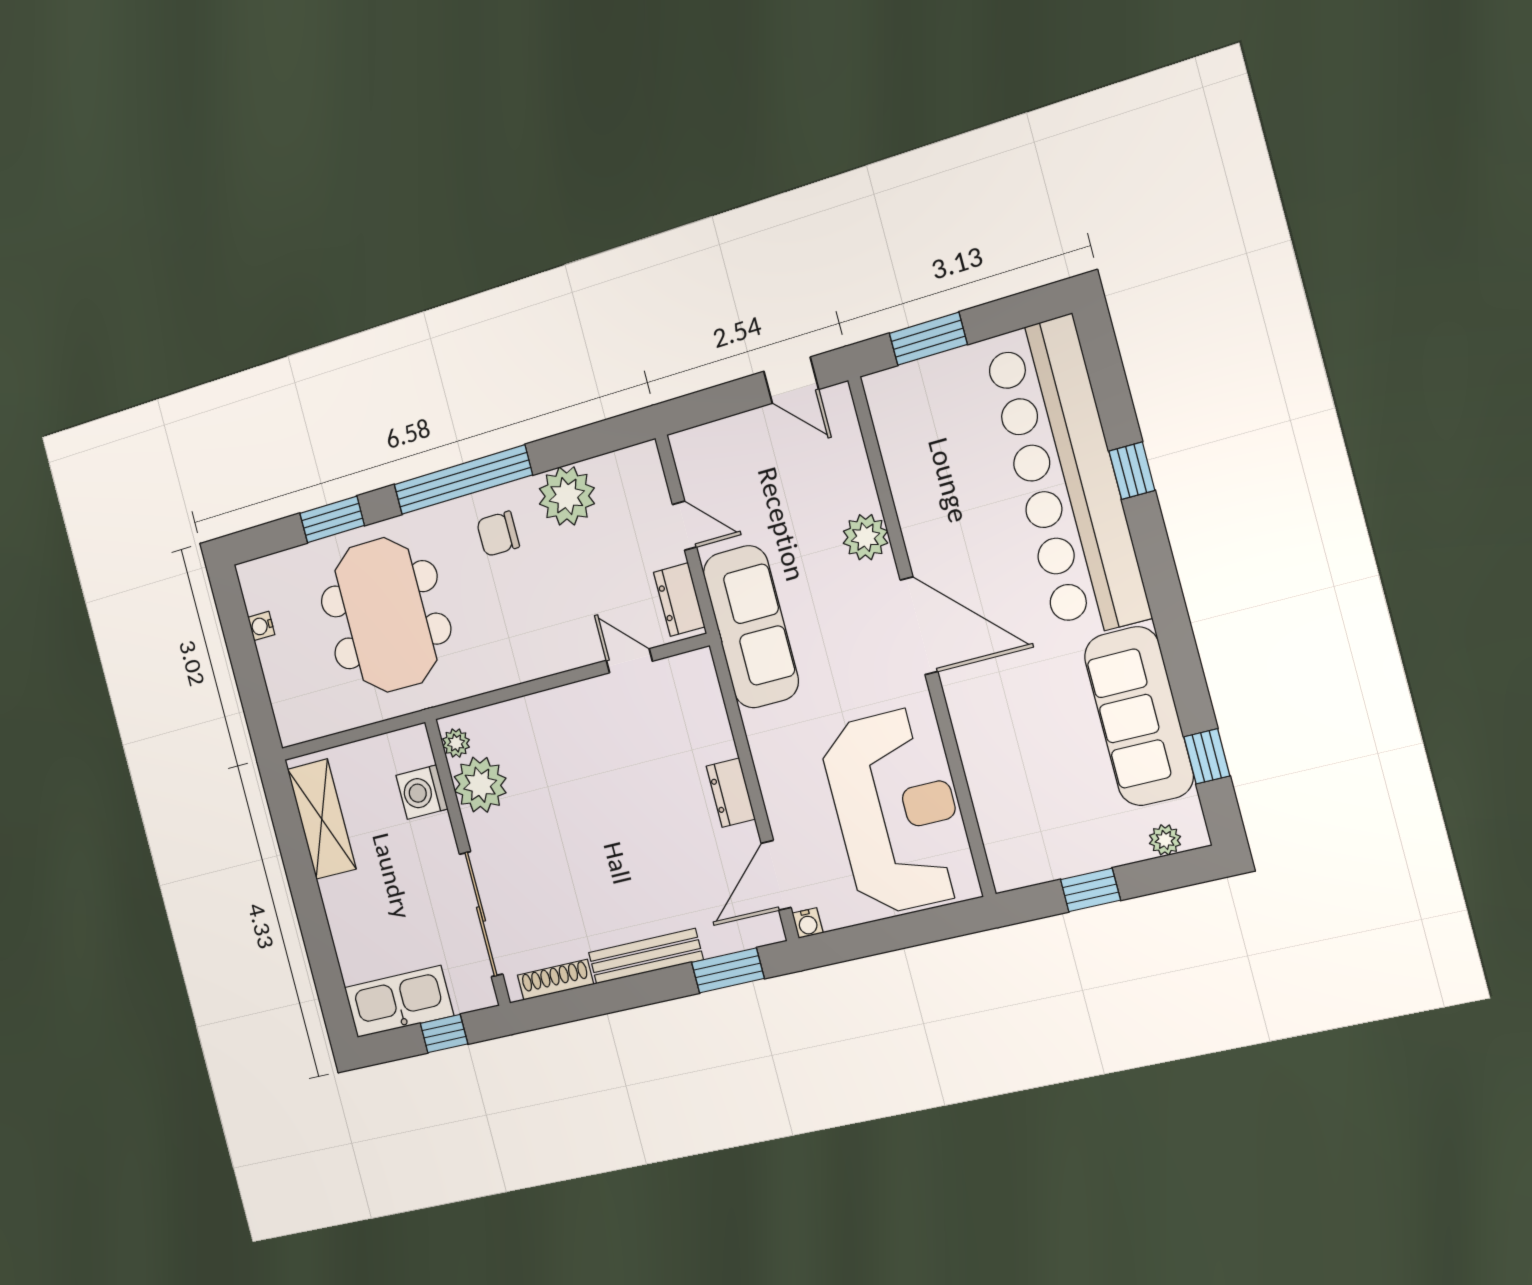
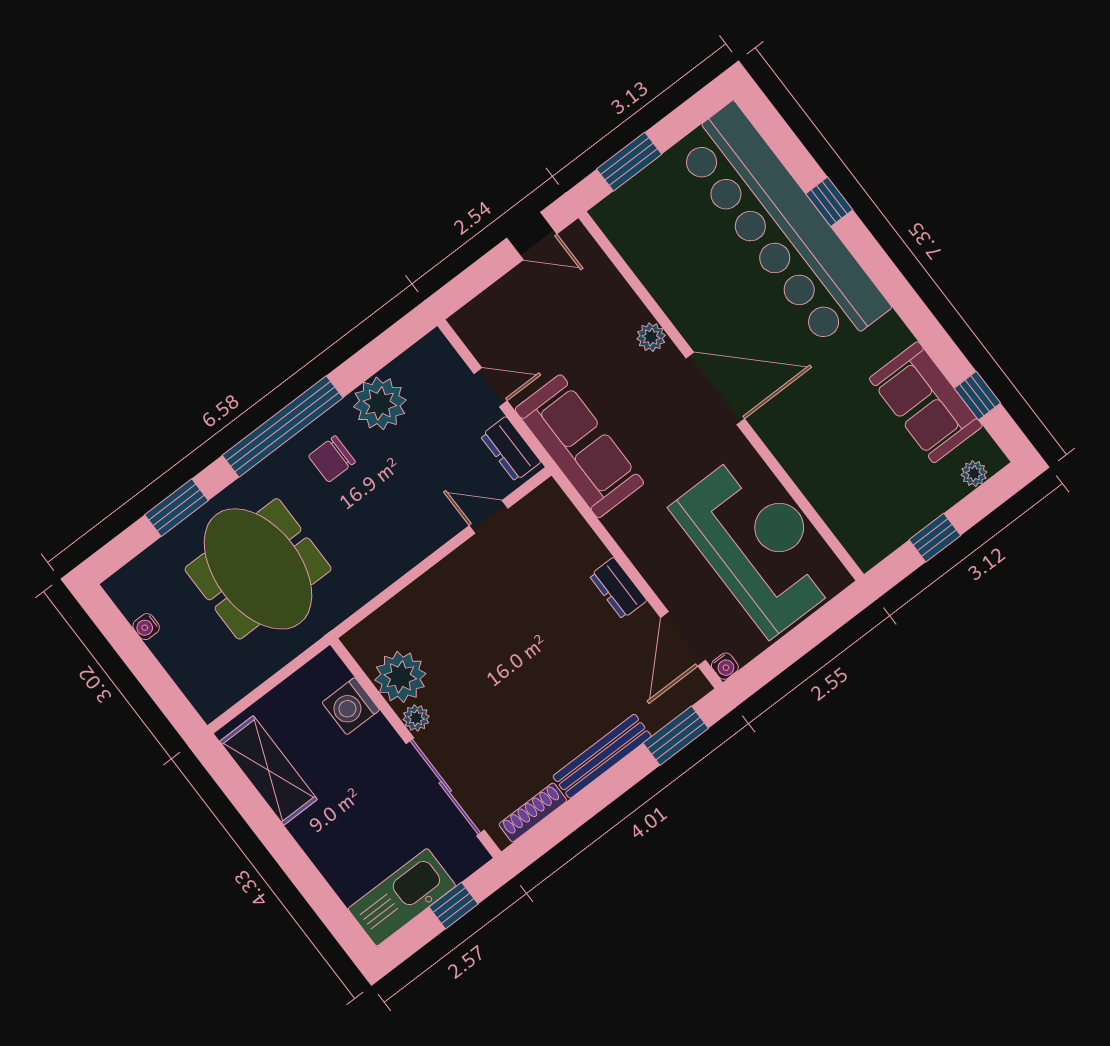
plant: (865, 537) -> (651, 337), width x0.73, depth x0.73
sofa: (1139, 716) -> (926, 402), width x0.73
plant: (456, 743) -> (416, 718), moved

